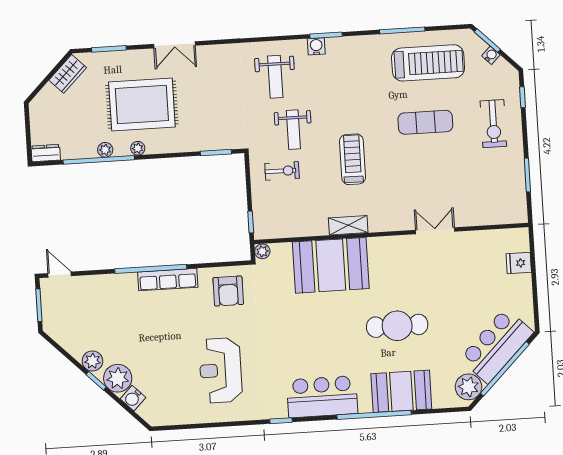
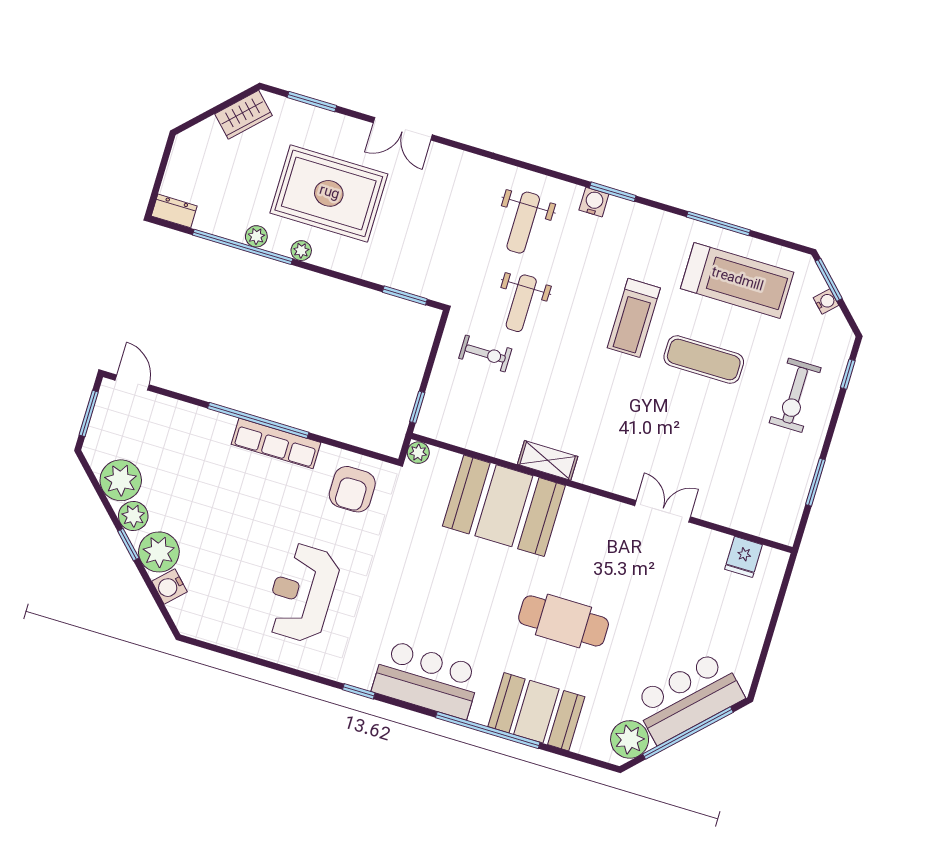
treadmill: (353, 159) -> (634, 318), moved, turned 180
fridge: (519, 263) -> (743, 557), moved, turned -90
plant: (76, 341) -> (121, 480), added

